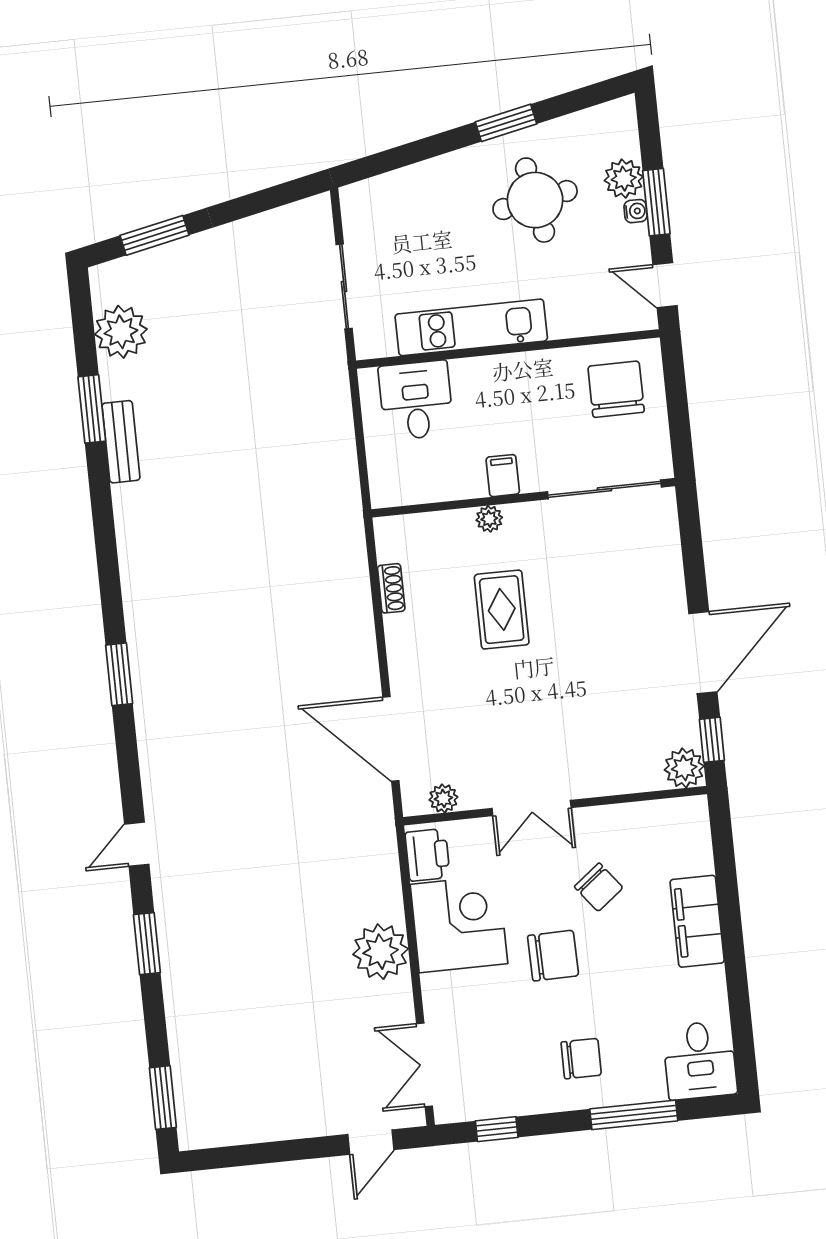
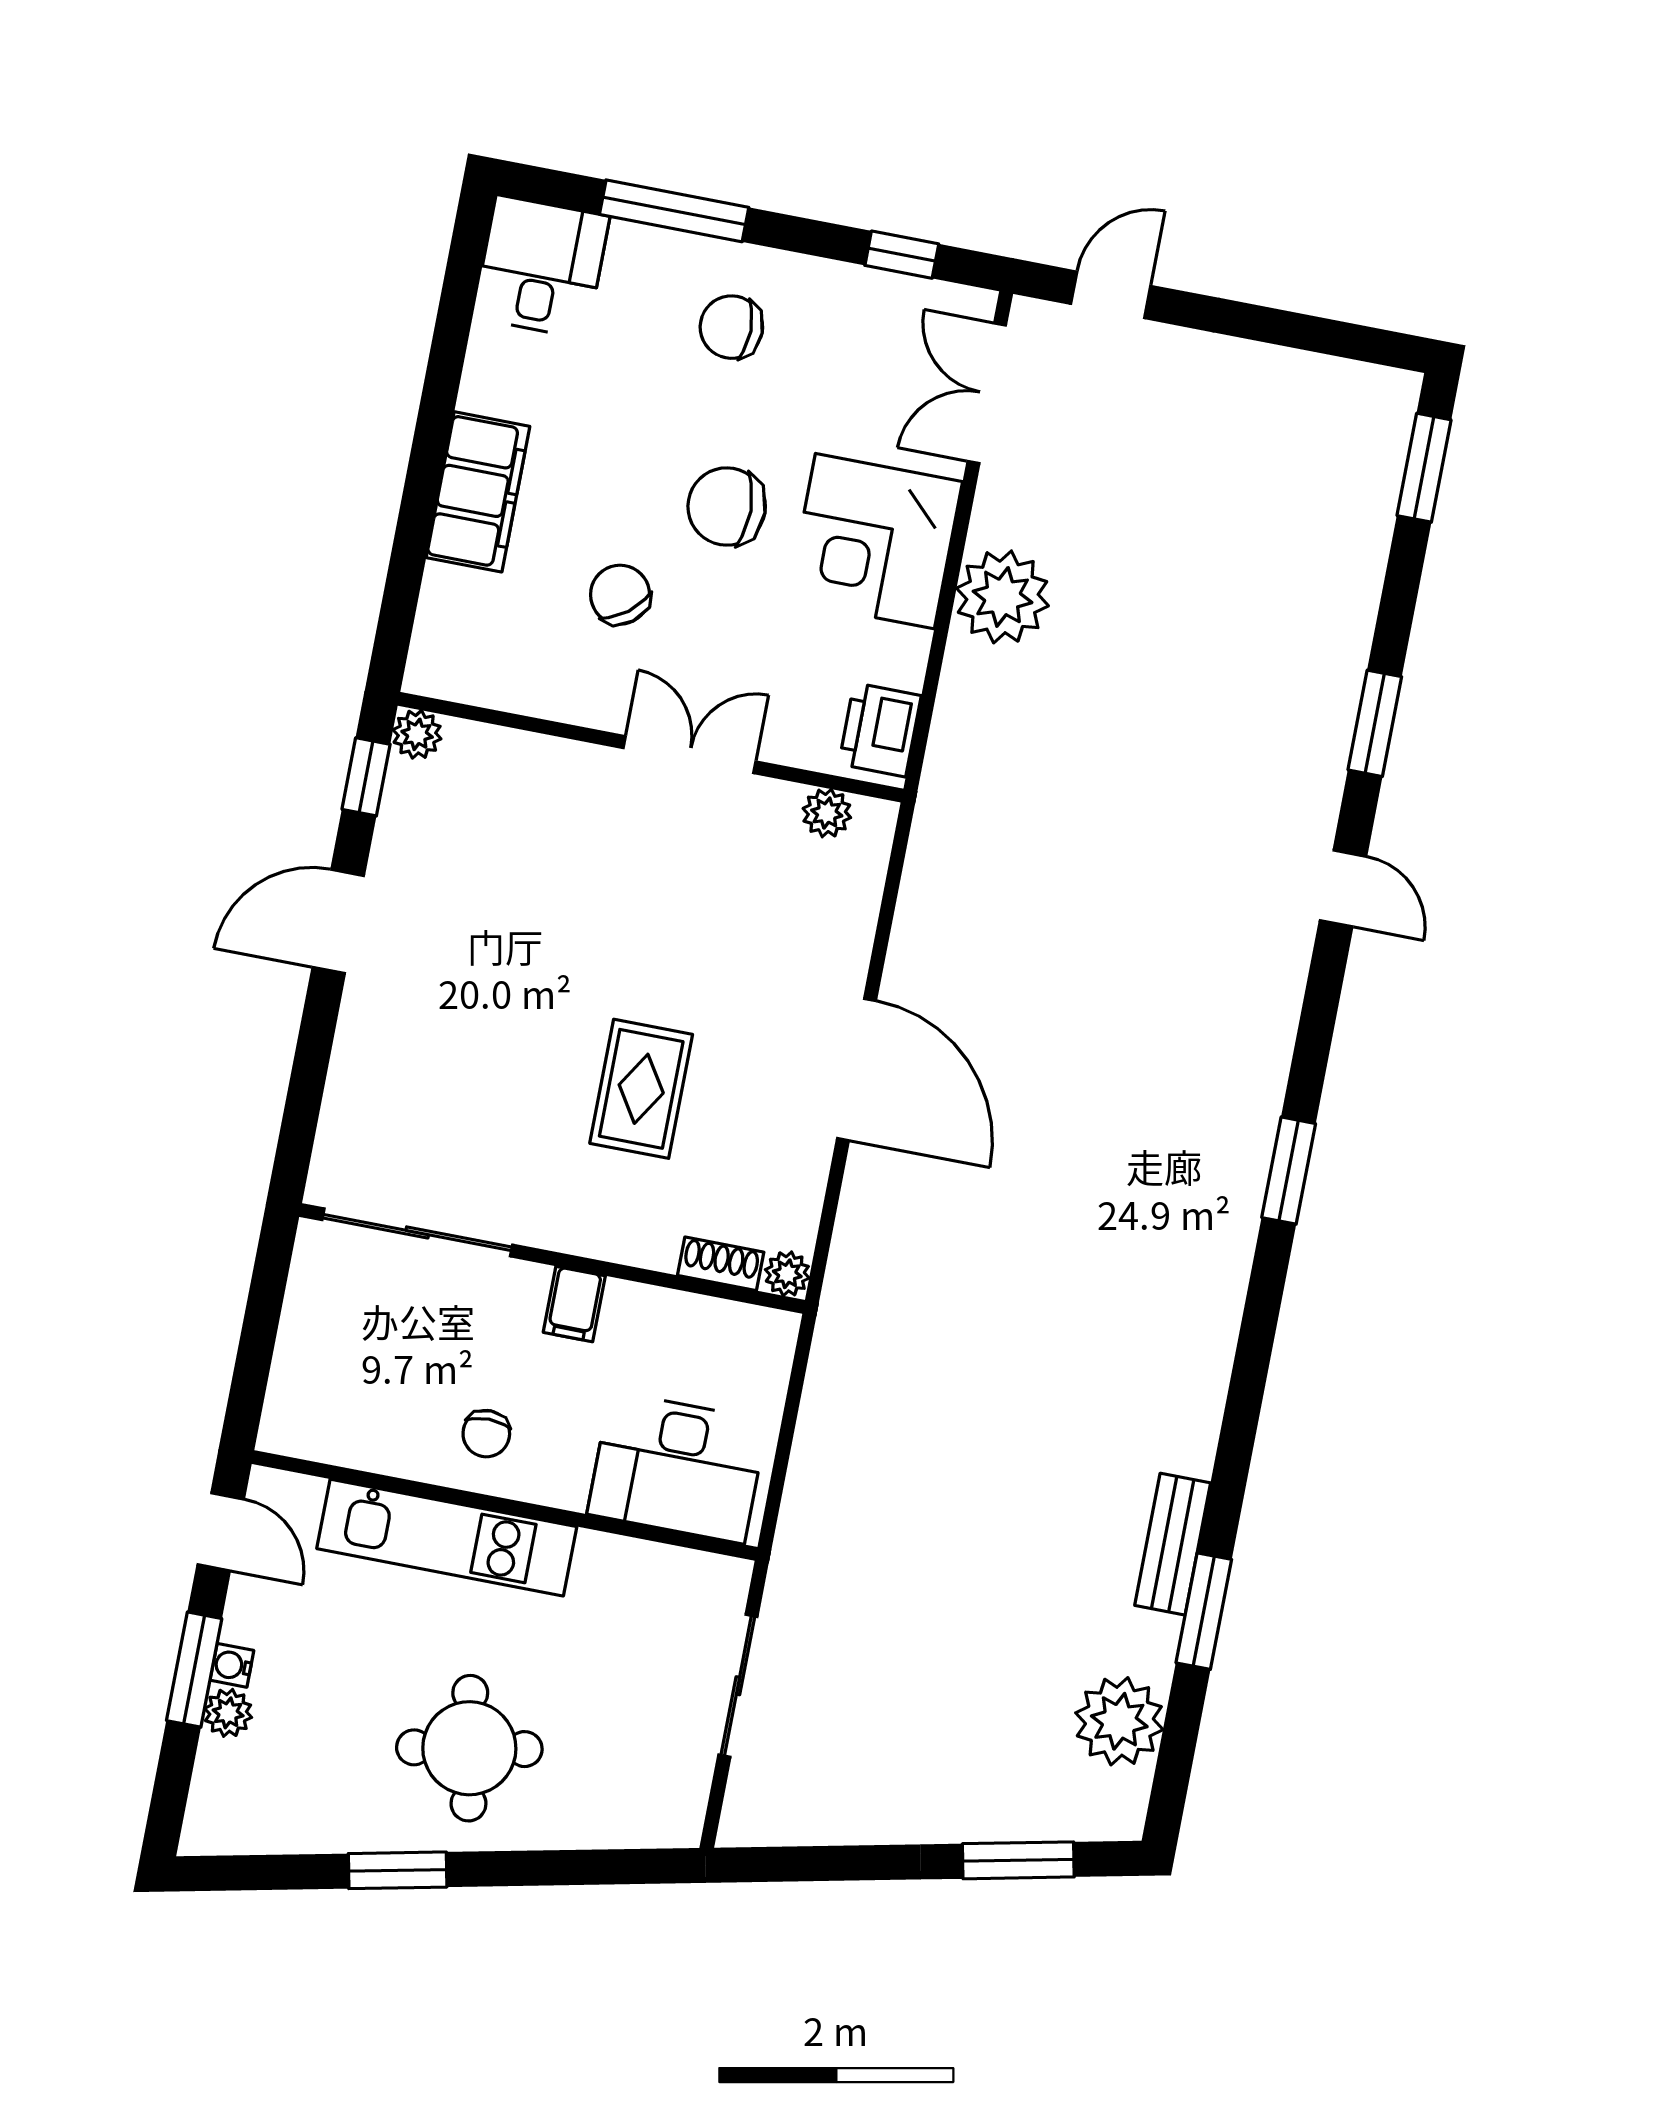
plant: (624, 179) -> (228, 1713), width x0.73, depth x0.73
round table: (535, 200) -> (469, 1748), moved
kitchen unit: (471, 327) -> (447, 1538), moved
chair: (616, 389) -> (486, 1434), moved, width x0.54, depth x0.54
desk: (416, 400) -> (677, 1467), width x1.37
plant: (489, 519) -> (787, 1274), moved
shoe rack: (391, 588) -> (721, 1264), moved, turned 90
door: (703, 653) -> (338, 921), width x0.73
door: (391, 739) -> (857, 1070), moved
plant: (684, 768) -> (417, 734), width x0.73, depth x0.73
door: (137, 844) -> (1343, 888), hinge flipped
corner desk: (459, 924) -> (875, 541), moved
double door: (425, 1065) -> (987, 393), swing flipped

